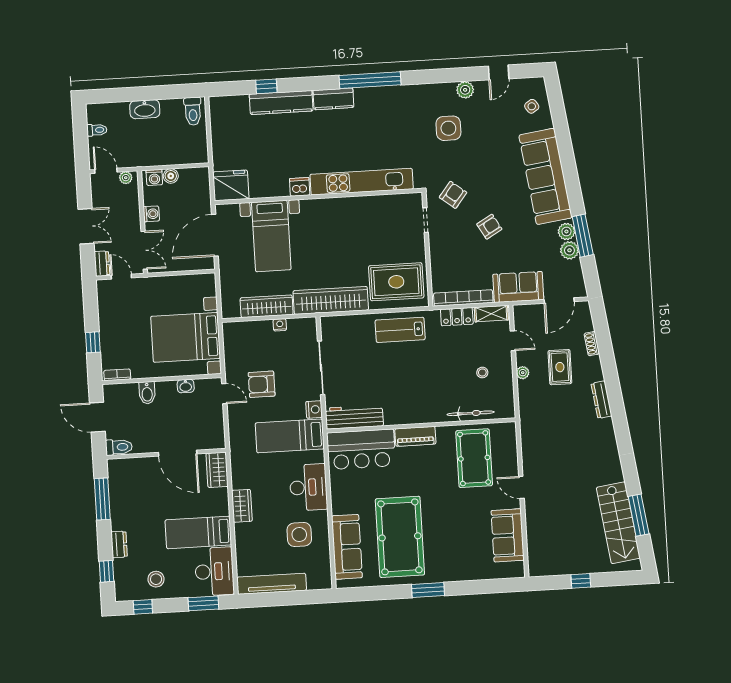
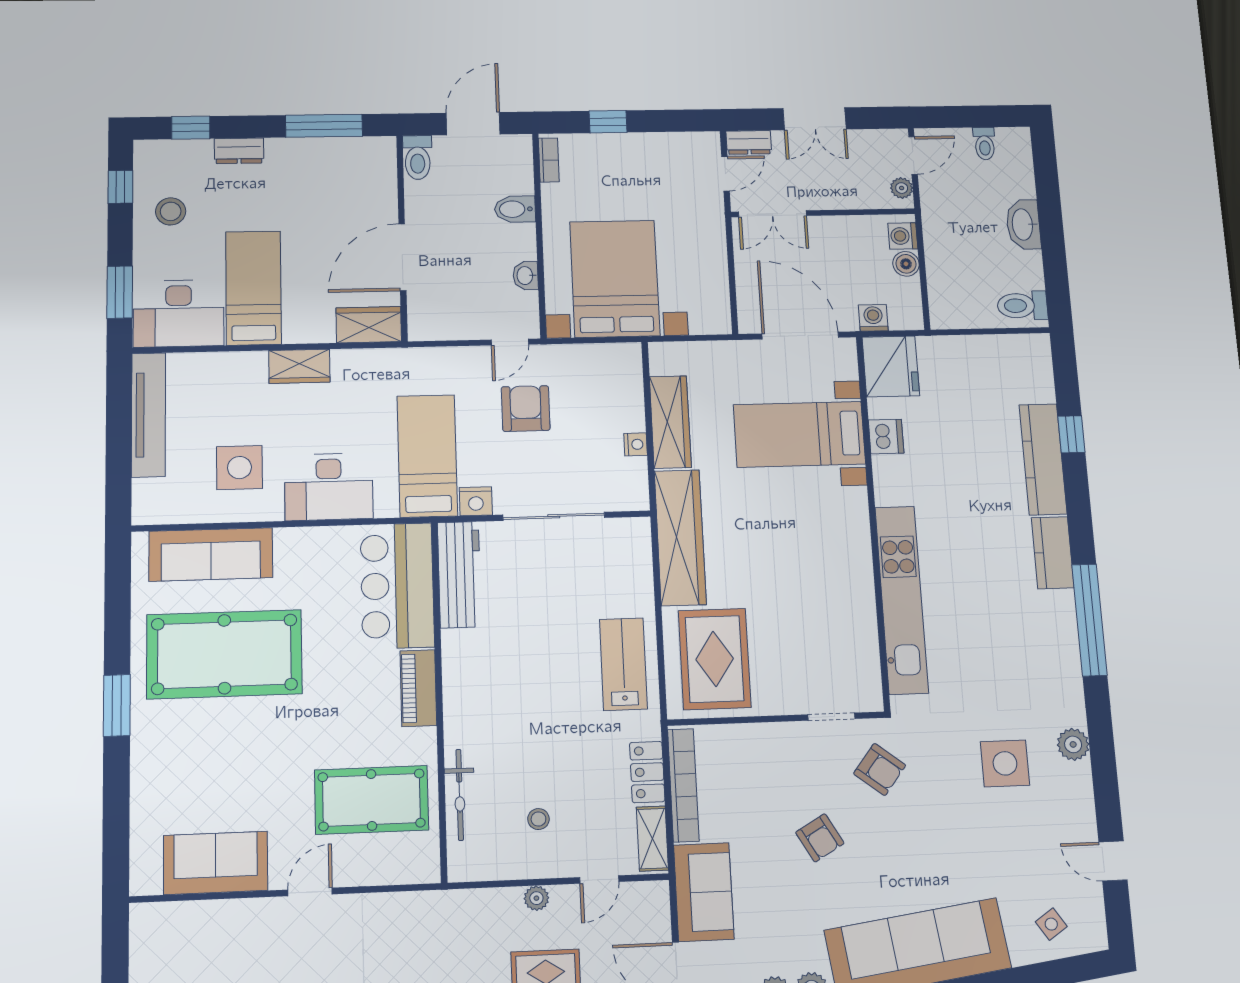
plant: (465, 90) -> (1073, 744), moved
dishwasher: (300, 187) -> (886, 437), moved
washing machine: (151, 214) -> (873, 318), moved, turned 180

